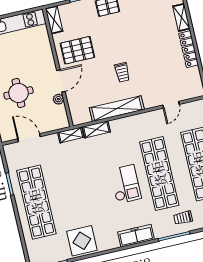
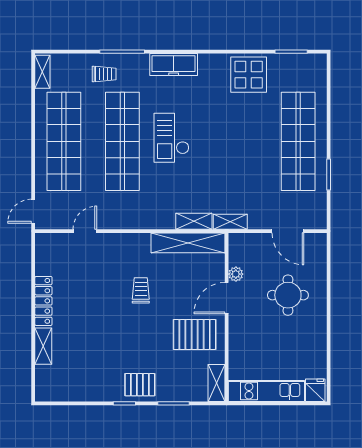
shelving: (117, 109) -> (188, 243), moved

